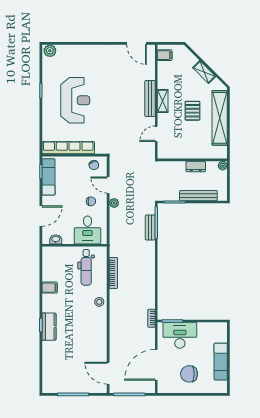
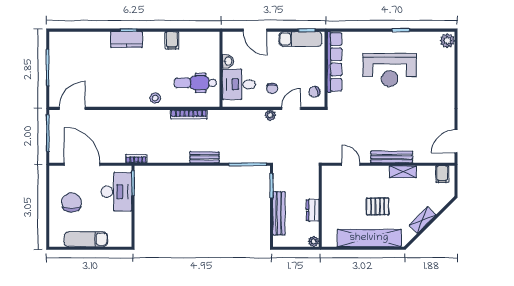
shelving: (163, 101) -> (403, 172), moved
bench: (150, 227) -> (205, 157), moved
washbasin: (56, 239) -> (228, 61), moved

